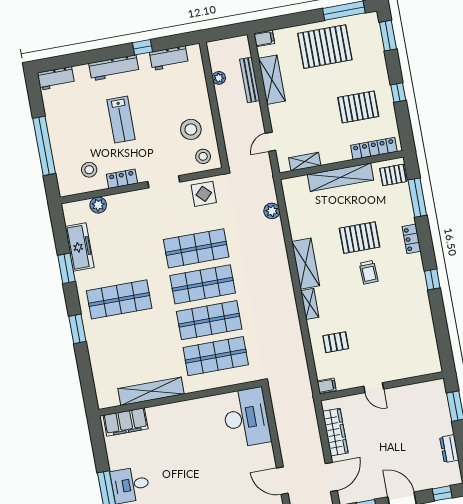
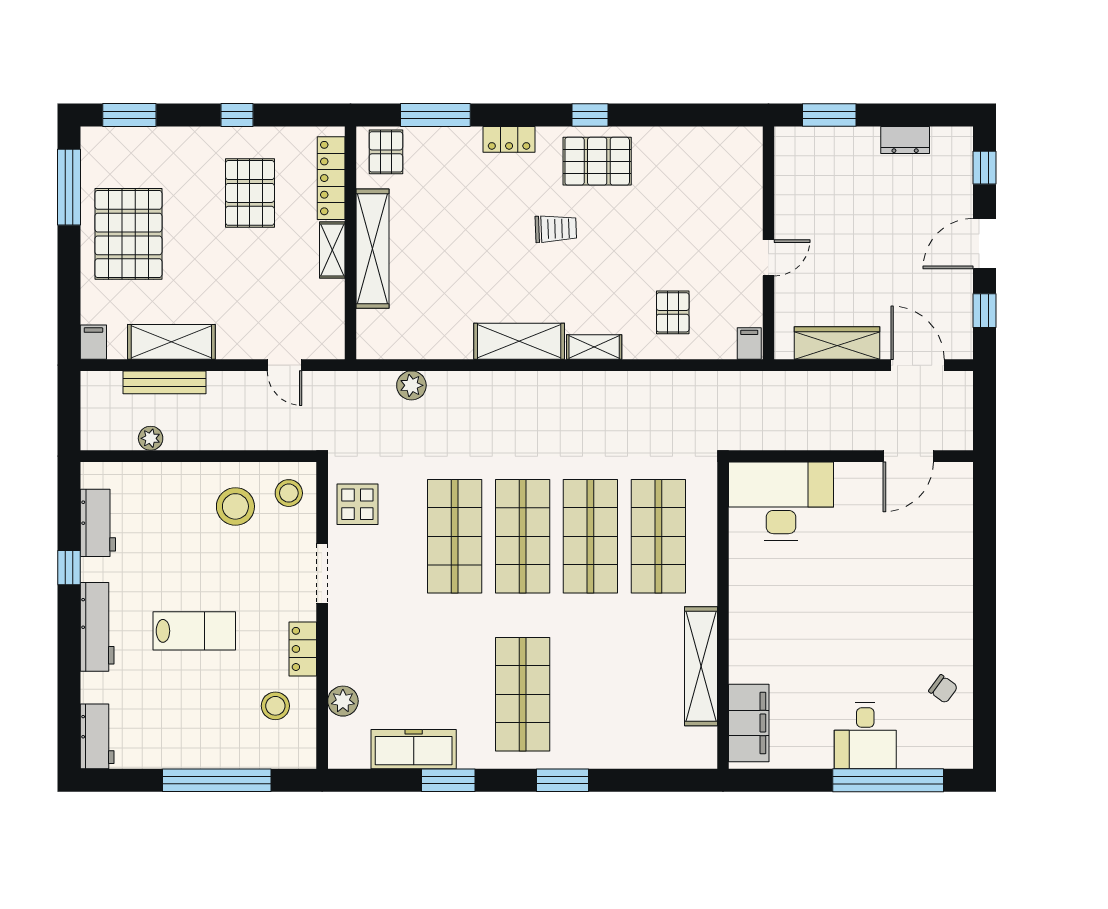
shelving: (305, 162) -> (332, 250), moved
pallet: (360, 238) -> (597, 161), moved, turned 90

